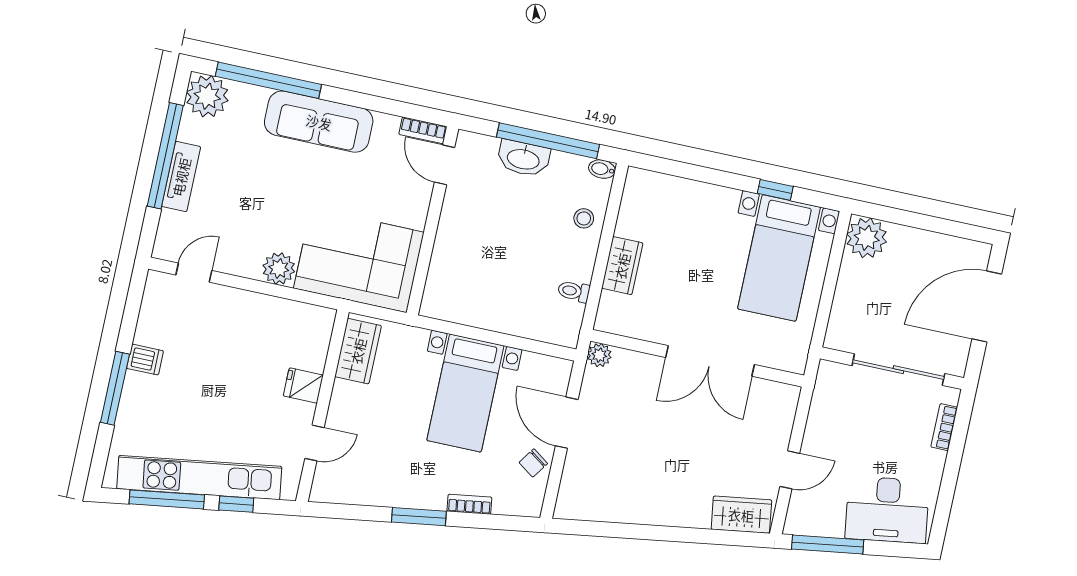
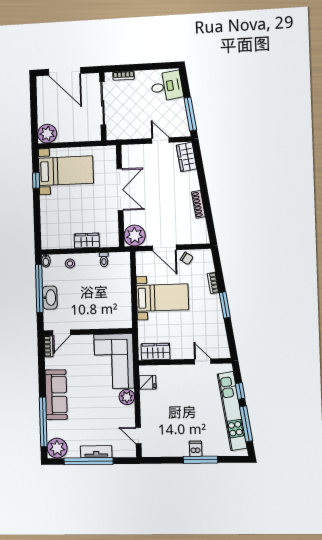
plant: (599, 355) -> (135, 236), width x1.87, depth x1.87
dishwasher: (145, 360) -> (196, 449), moved
fridge: (303, 386) -> (148, 382), moved, turned -90
door: (567, 423) -> (164, 248), hinge flipped
desk: (887, 510) -> (167, 86), width x0.73
shoe rack: (638, 515) -> (198, 204), added

